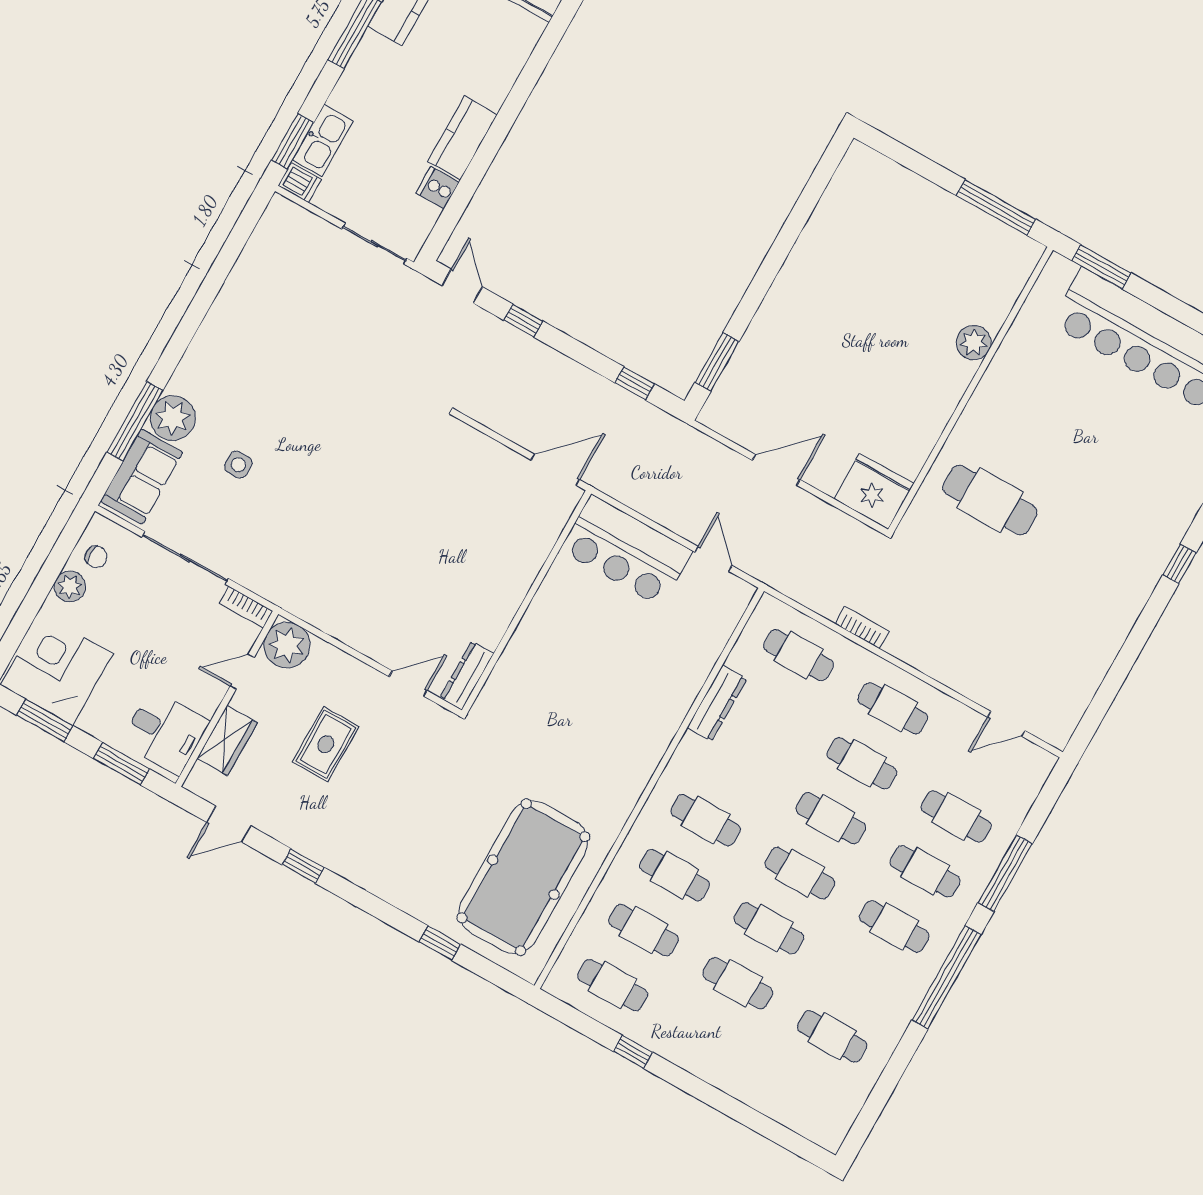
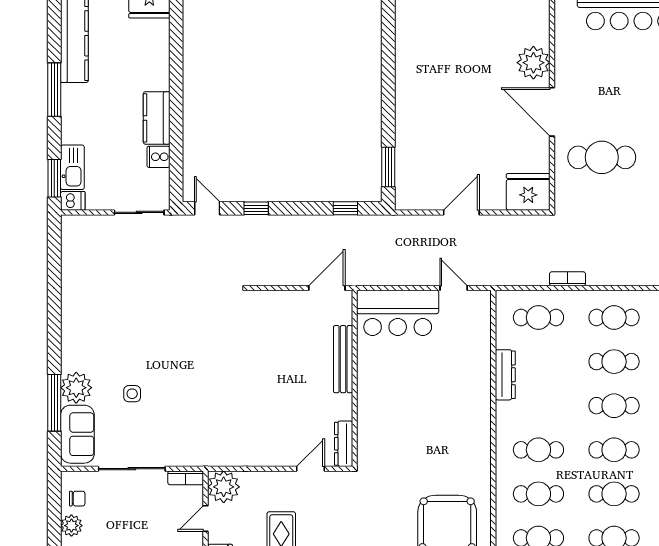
plant: (974, 343) -> (533, 63), width x1.36, depth x1.36
door: (960, 408) -> (552, 112), added
bench: (526, 570) -> (343, 359), added

